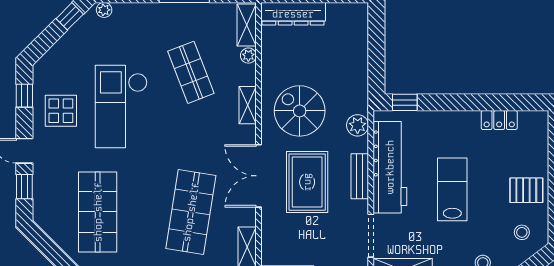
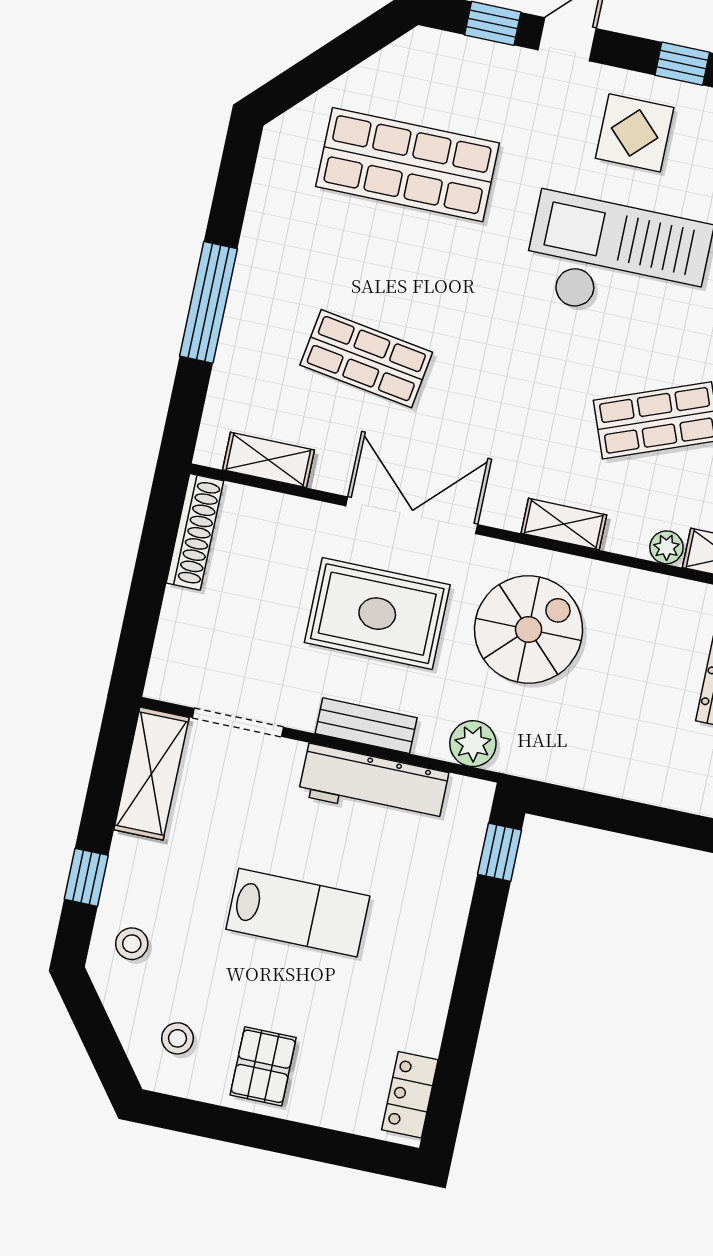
locker: (499, 120) -> (410, 1095), moved
workbench: (390, 167) -> (373, 784), width x0.73, depth x0.76
shop shelf: (191, 212) -> (366, 359), width x0.70, depth x0.74

